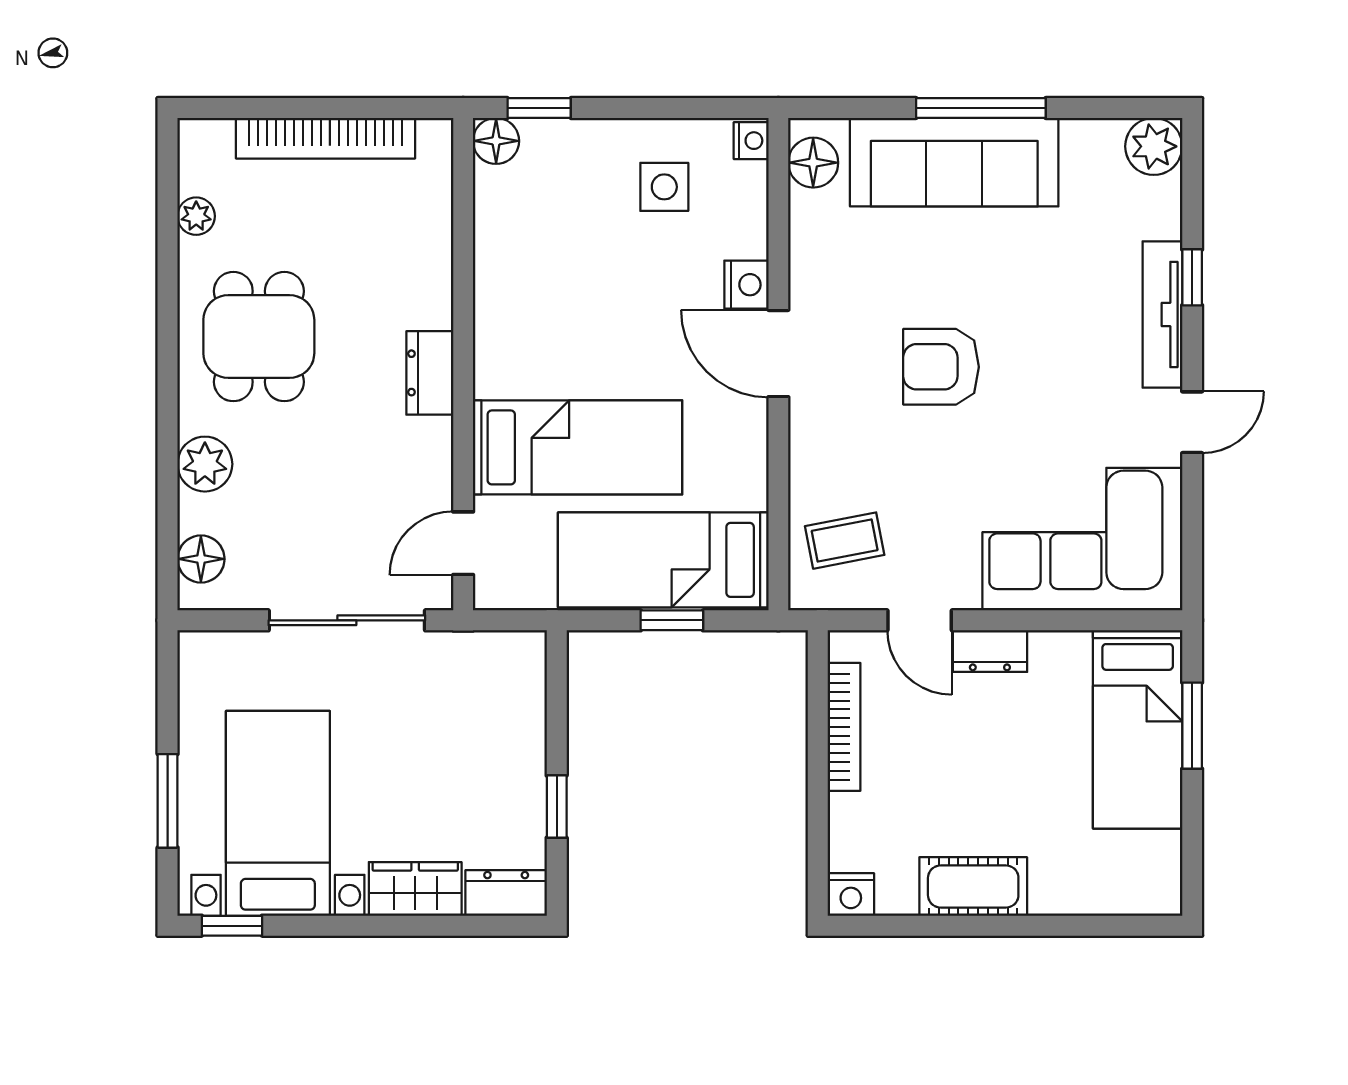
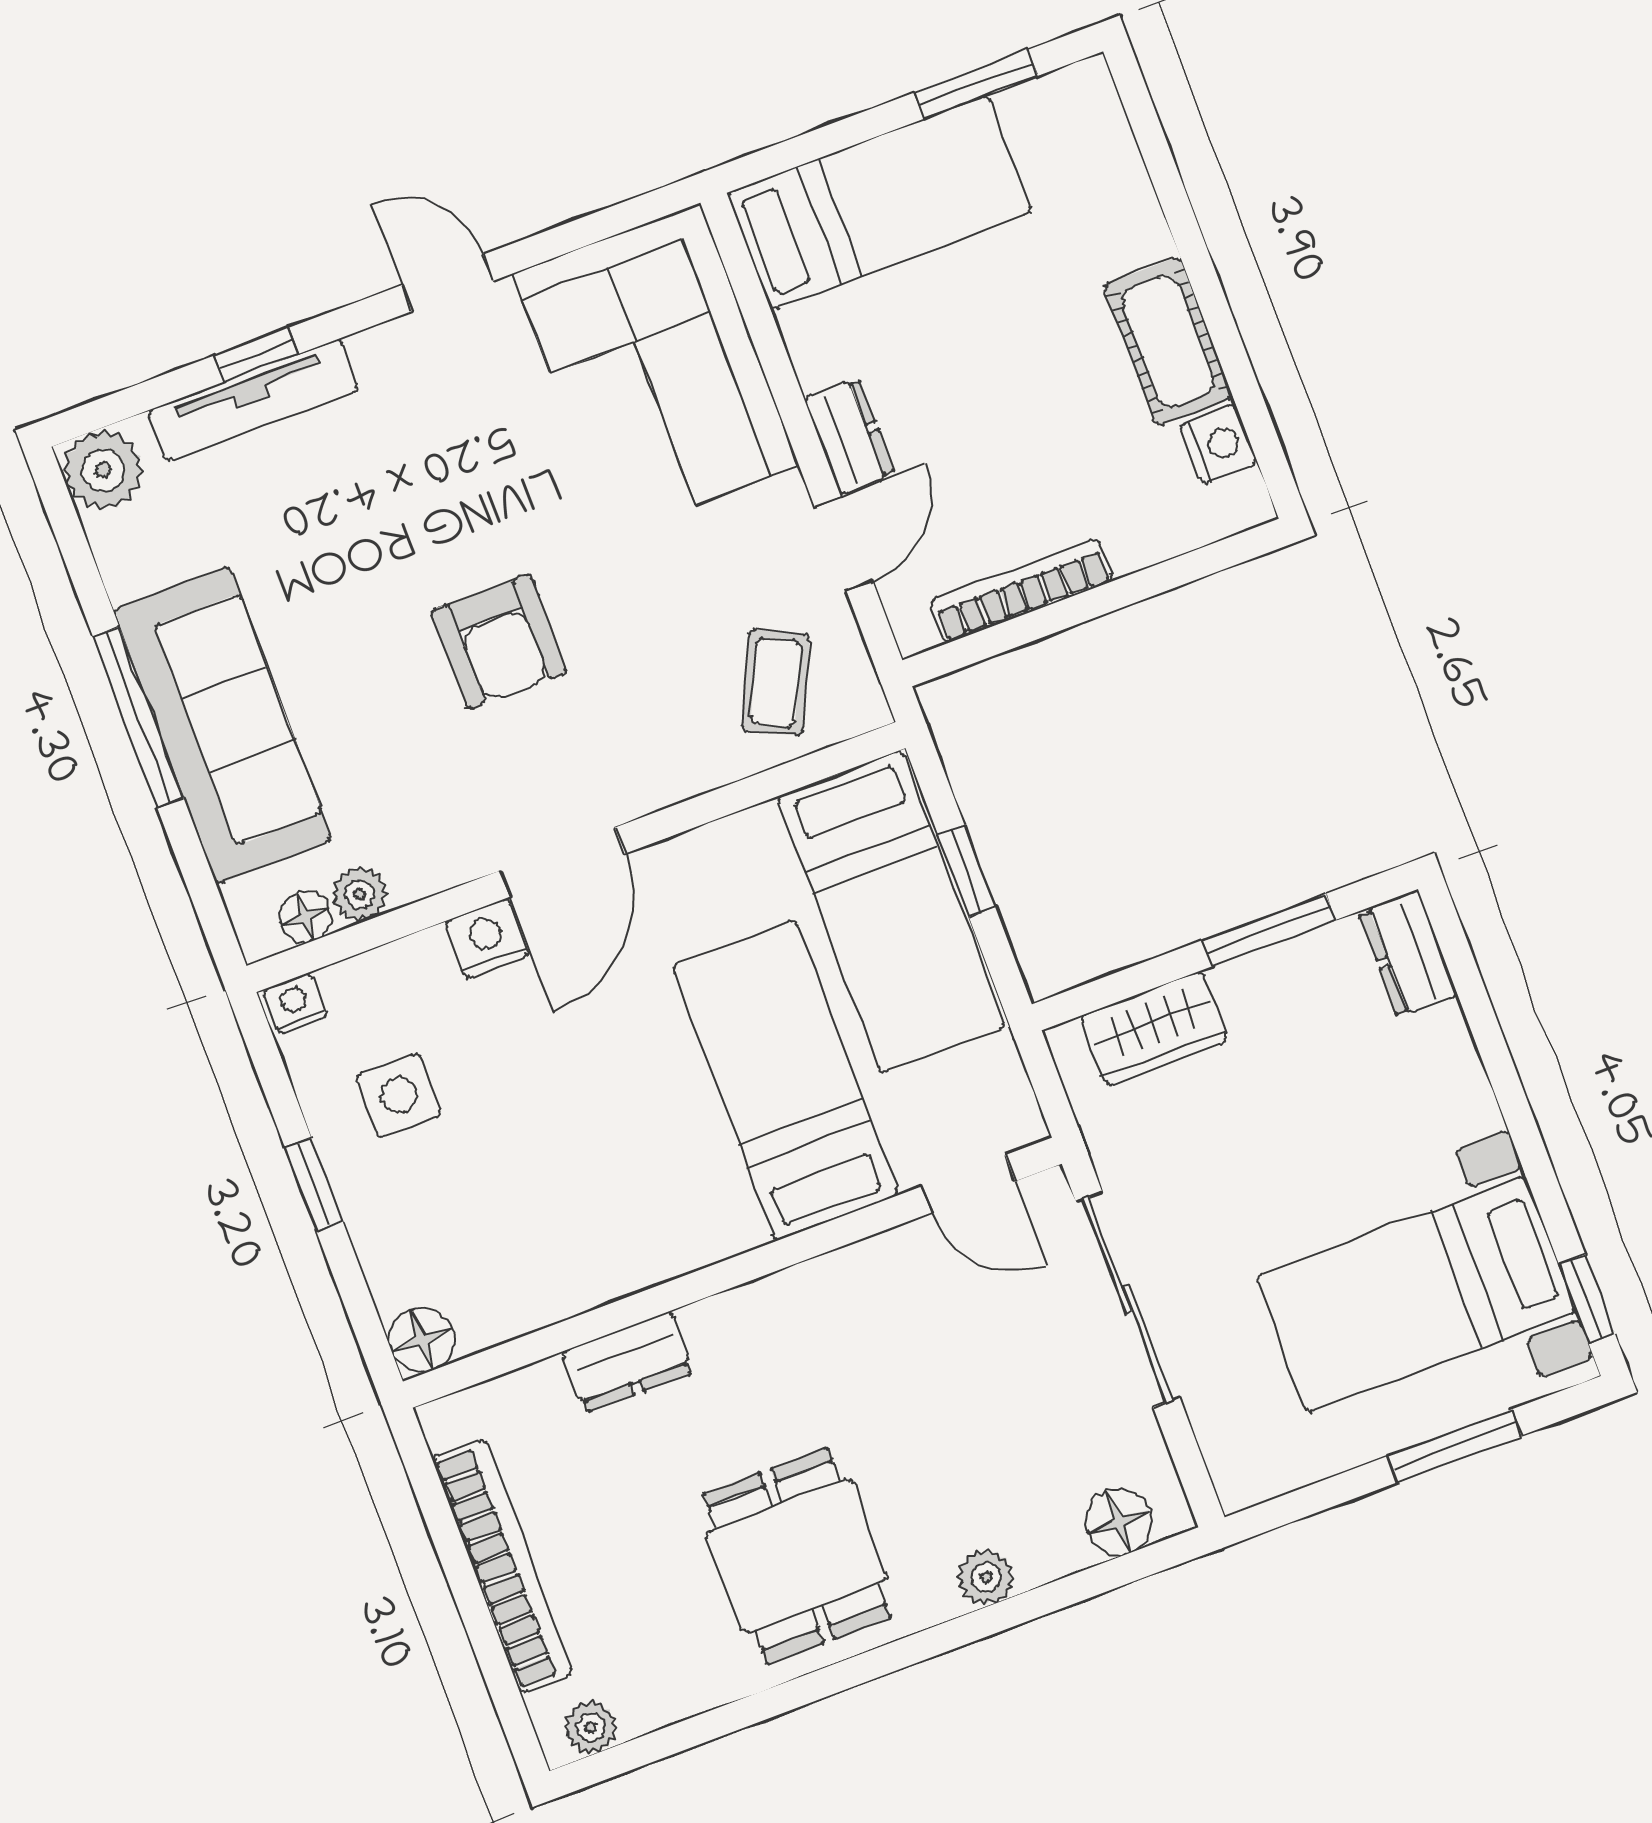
window: (539, 108) -> (314, 1184), moved
floor lamp: (813, 163) -> (305, 917), width x0.73, depth x0.73
plant: (808, 211) -> (360, 894), added
plant: (196, 216) -> (591, 1728), moved
tv unit: (1162, 314) -> (253, 401), moved
dining table: (259, 337) -> (797, 1556), turned 90
dresser: (430, 373) -> (628, 1362), moved
plant: (205, 464) -> (986, 1577), width x0.73, depth x0.73
coffee table: (845, 541) -> (776, 682), turned 36
window: (1192, 726) -> (976, 84), moved
window: (557, 807) -> (1269, 930), width x1.50
wardrobe: (415, 889) -> (1154, 1029), moved, turned -90
nightstand: (851, 894) -> (1219, 444), moved

